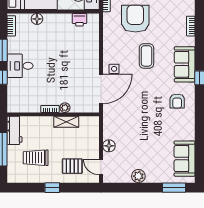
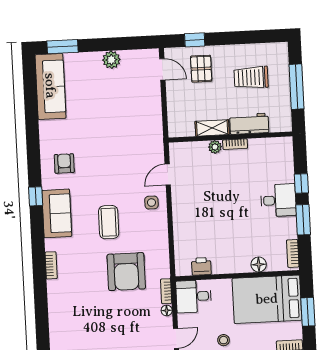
door: (101, 89) -> (168, 175), width x0.53
workbench: (15, 130) -> (249, 124), moved, turned 90
floor lamp: (109, 146) -> (153, 98), removed
trolley: (36, 158) -> (251, 77), turned 180
sofa: (185, 159) -> (50, 86), width x1.36
pallet: (72, 166) -> (201, 69), turned 90
window: (52, 188) -> (195, 40), moved

